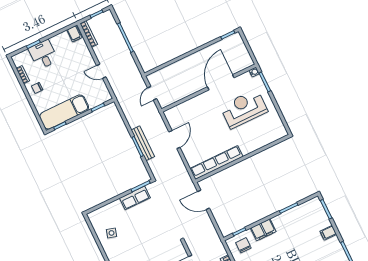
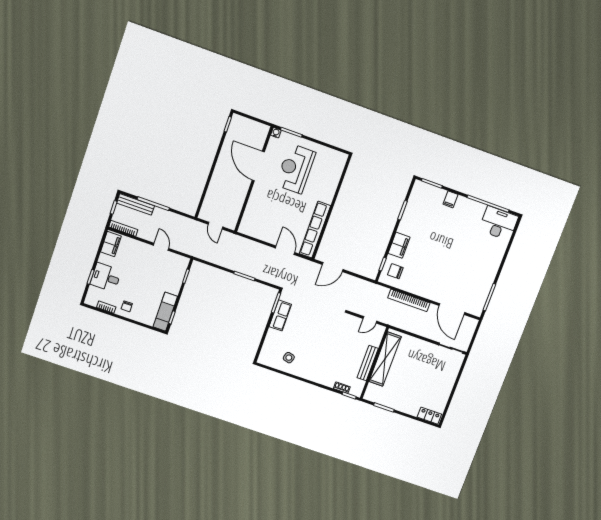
filing cabinet: (74, 34) -> (111, 244), width x2.00
door: (101, 71) -> (161, 247), swing flipped
exam couch: (64, 112) -> (165, 312), width x0.73, depth x0.69
door: (174, 140) -> (285, 250), moved
bench: (143, 143) -> (136, 204), moved

